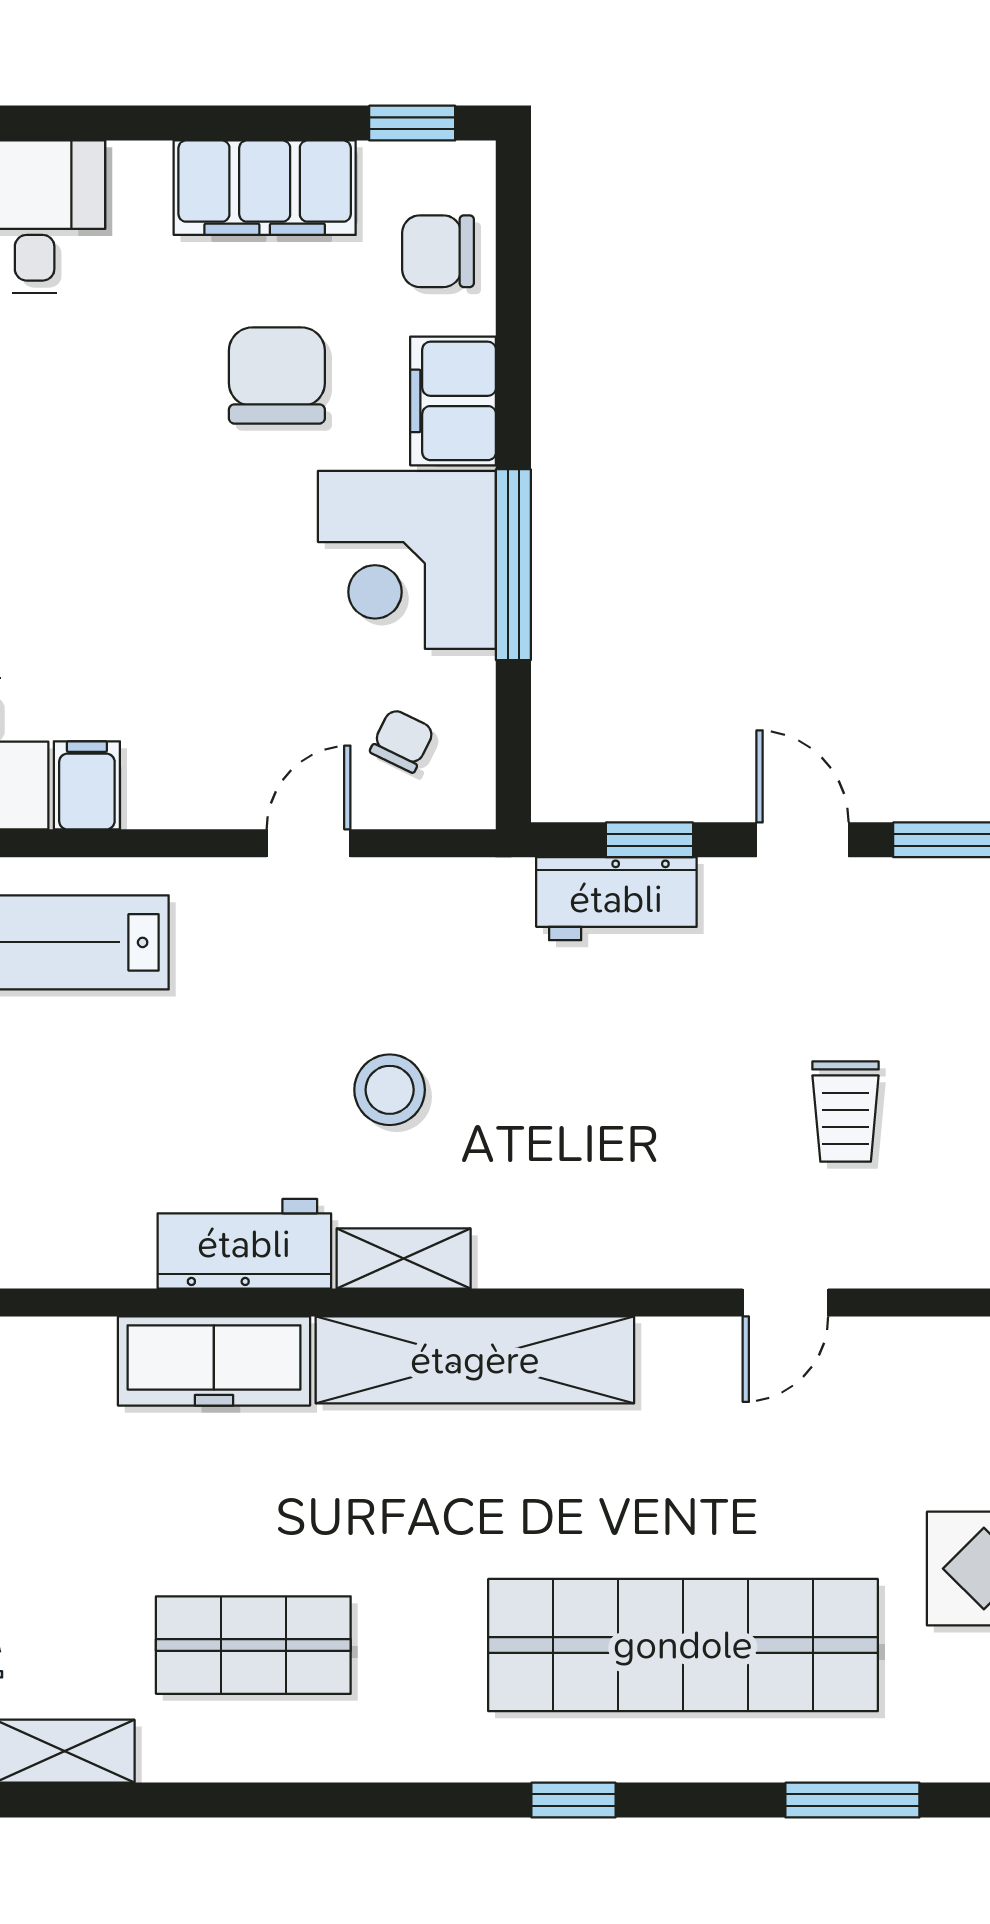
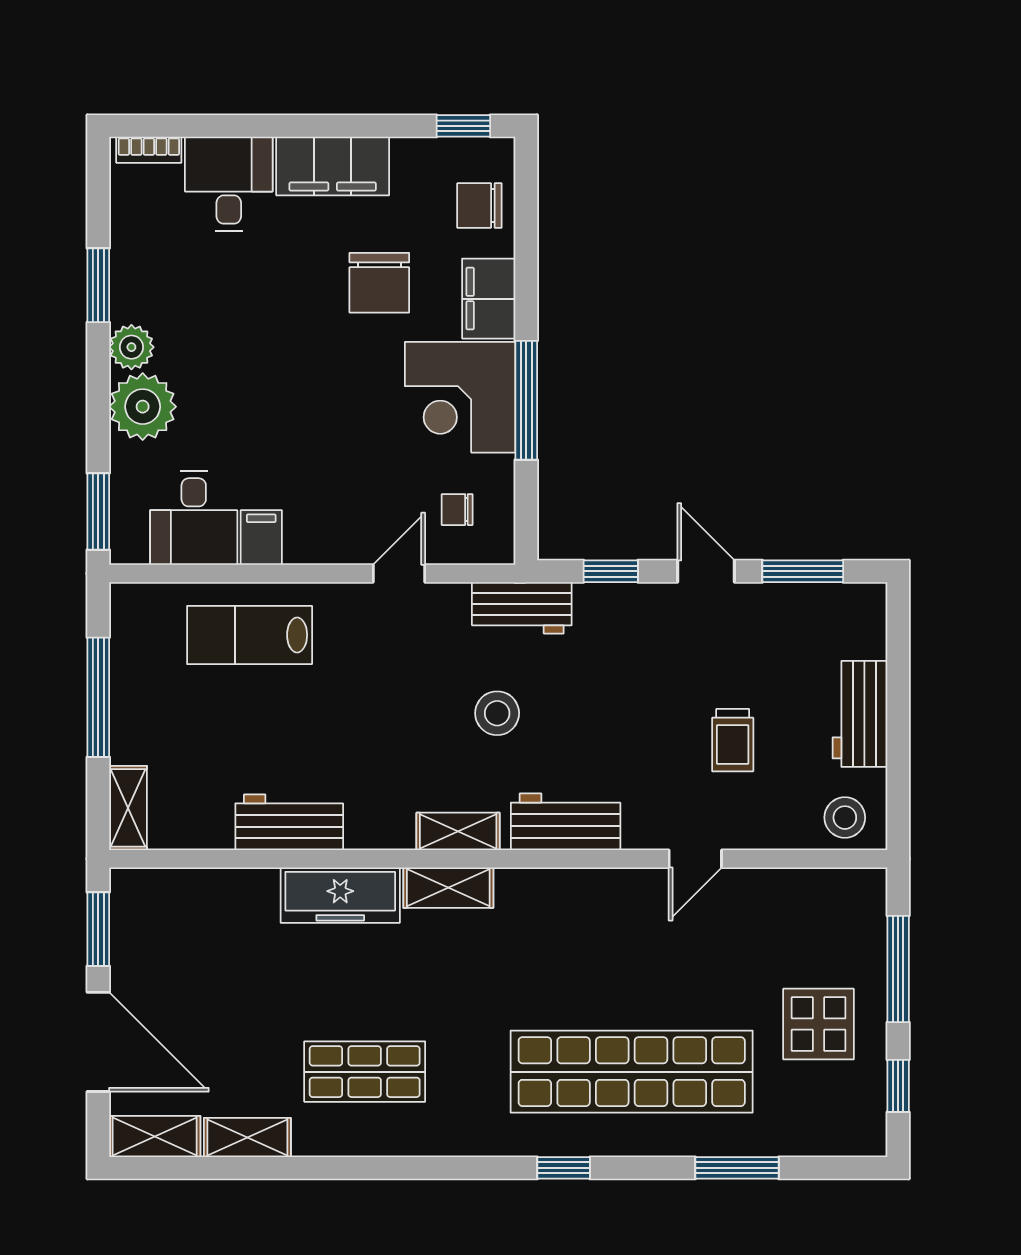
filing cabinet: (265, 188) -> (333, 166), moved
chair: (277, 376) -> (379, 283), turned 180
chair: (402, 741) -> (457, 510), turned -116
workbench: (616, 899) -> (522, 608), moved
stool: (390, 1090) -> (497, 713), moved
workbench: (577, 1243) -> (566, 822), added
workbench: (244, 1244) -> (289, 822), moved
shelving: (475, 1360) -> (448, 888), width x0.45, depth x0.75

